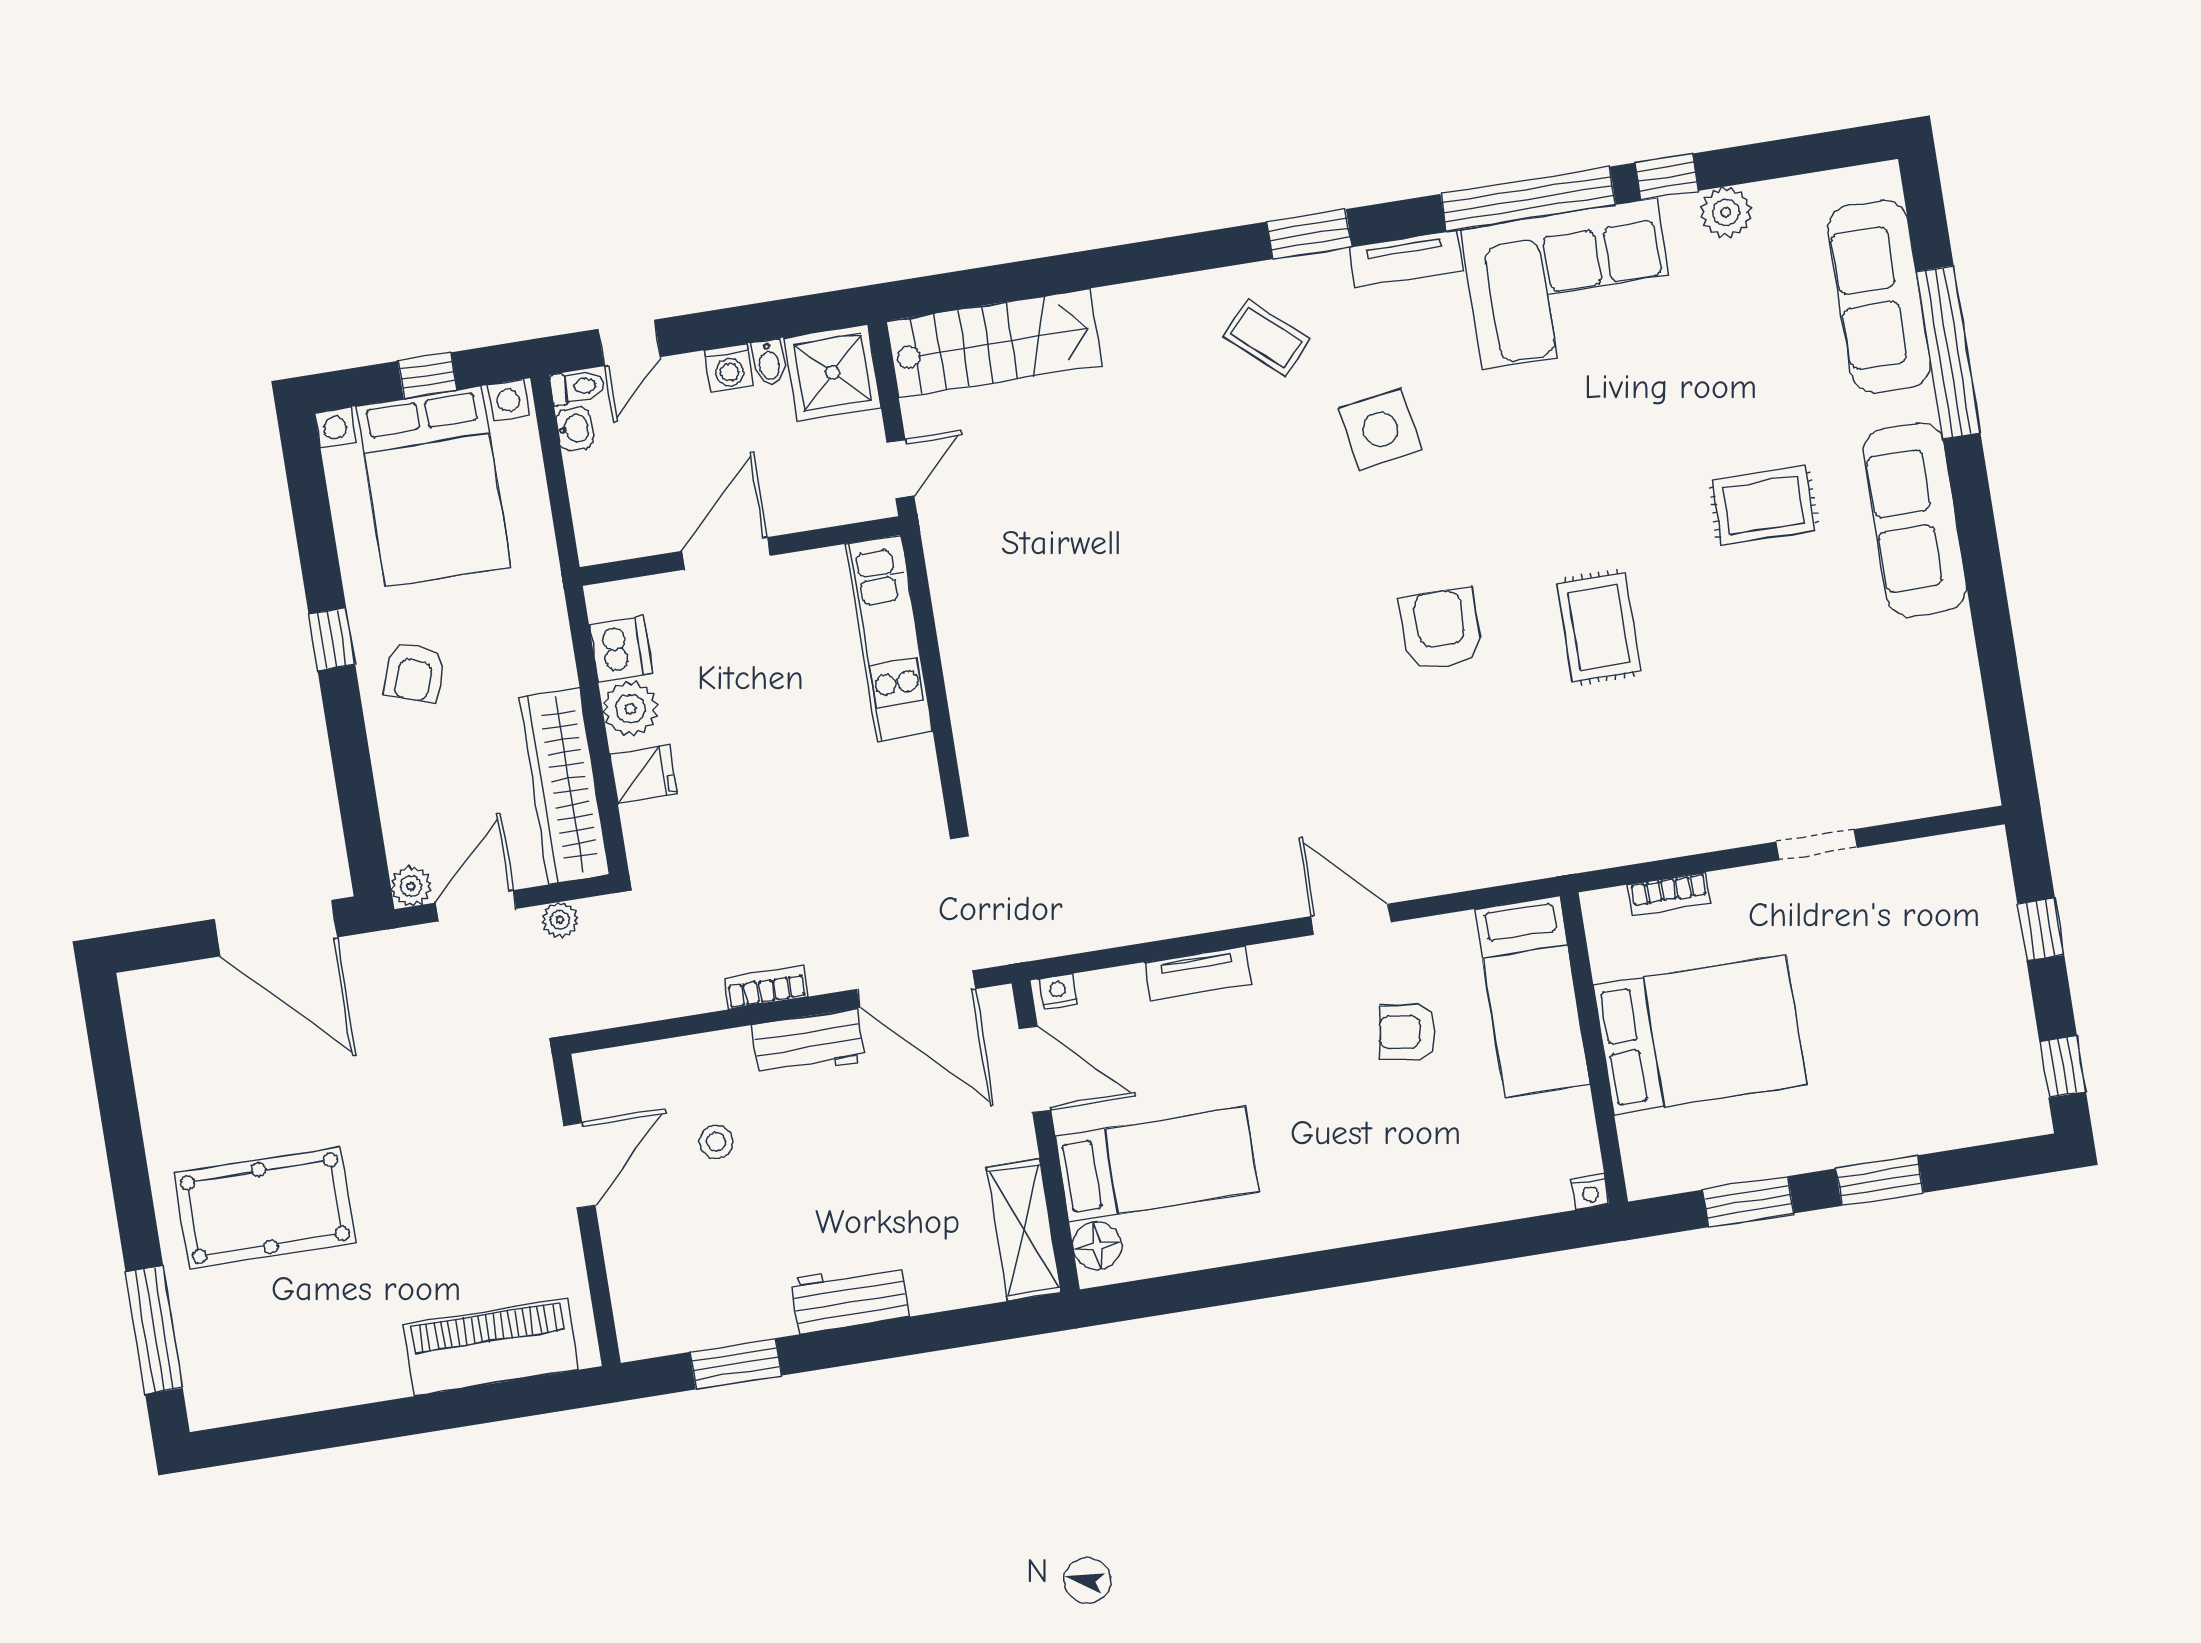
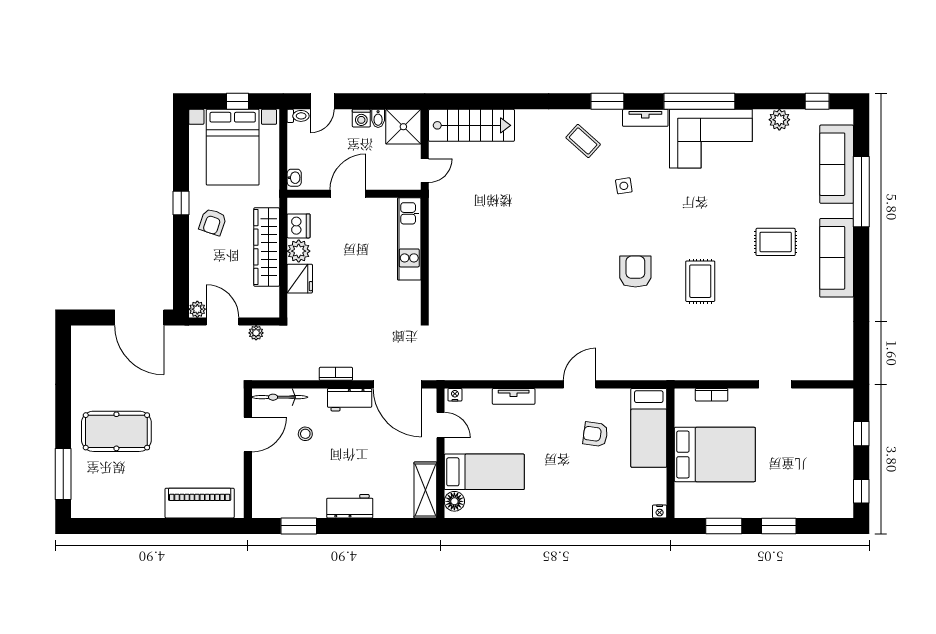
window: (1666, 177) -> (817, 101), moved
washbasin: (575, 429) -> (294, 178), moved
side table: (1380, 429) -> (624, 186), width x0.54, depth x0.54
fridge: (643, 774) -> (300, 279), width x1.38
wardrobe: (564, 786) -> (267, 247), moved
door: (476, 906) -> (223, 321), hinge flipped
door: (1351, 919) -> (580, 384), hinge flipped
bicycle: (641, 1064) -> (280, 397), added
door: (1035, 1069) -> (441, 425), width x0.73

